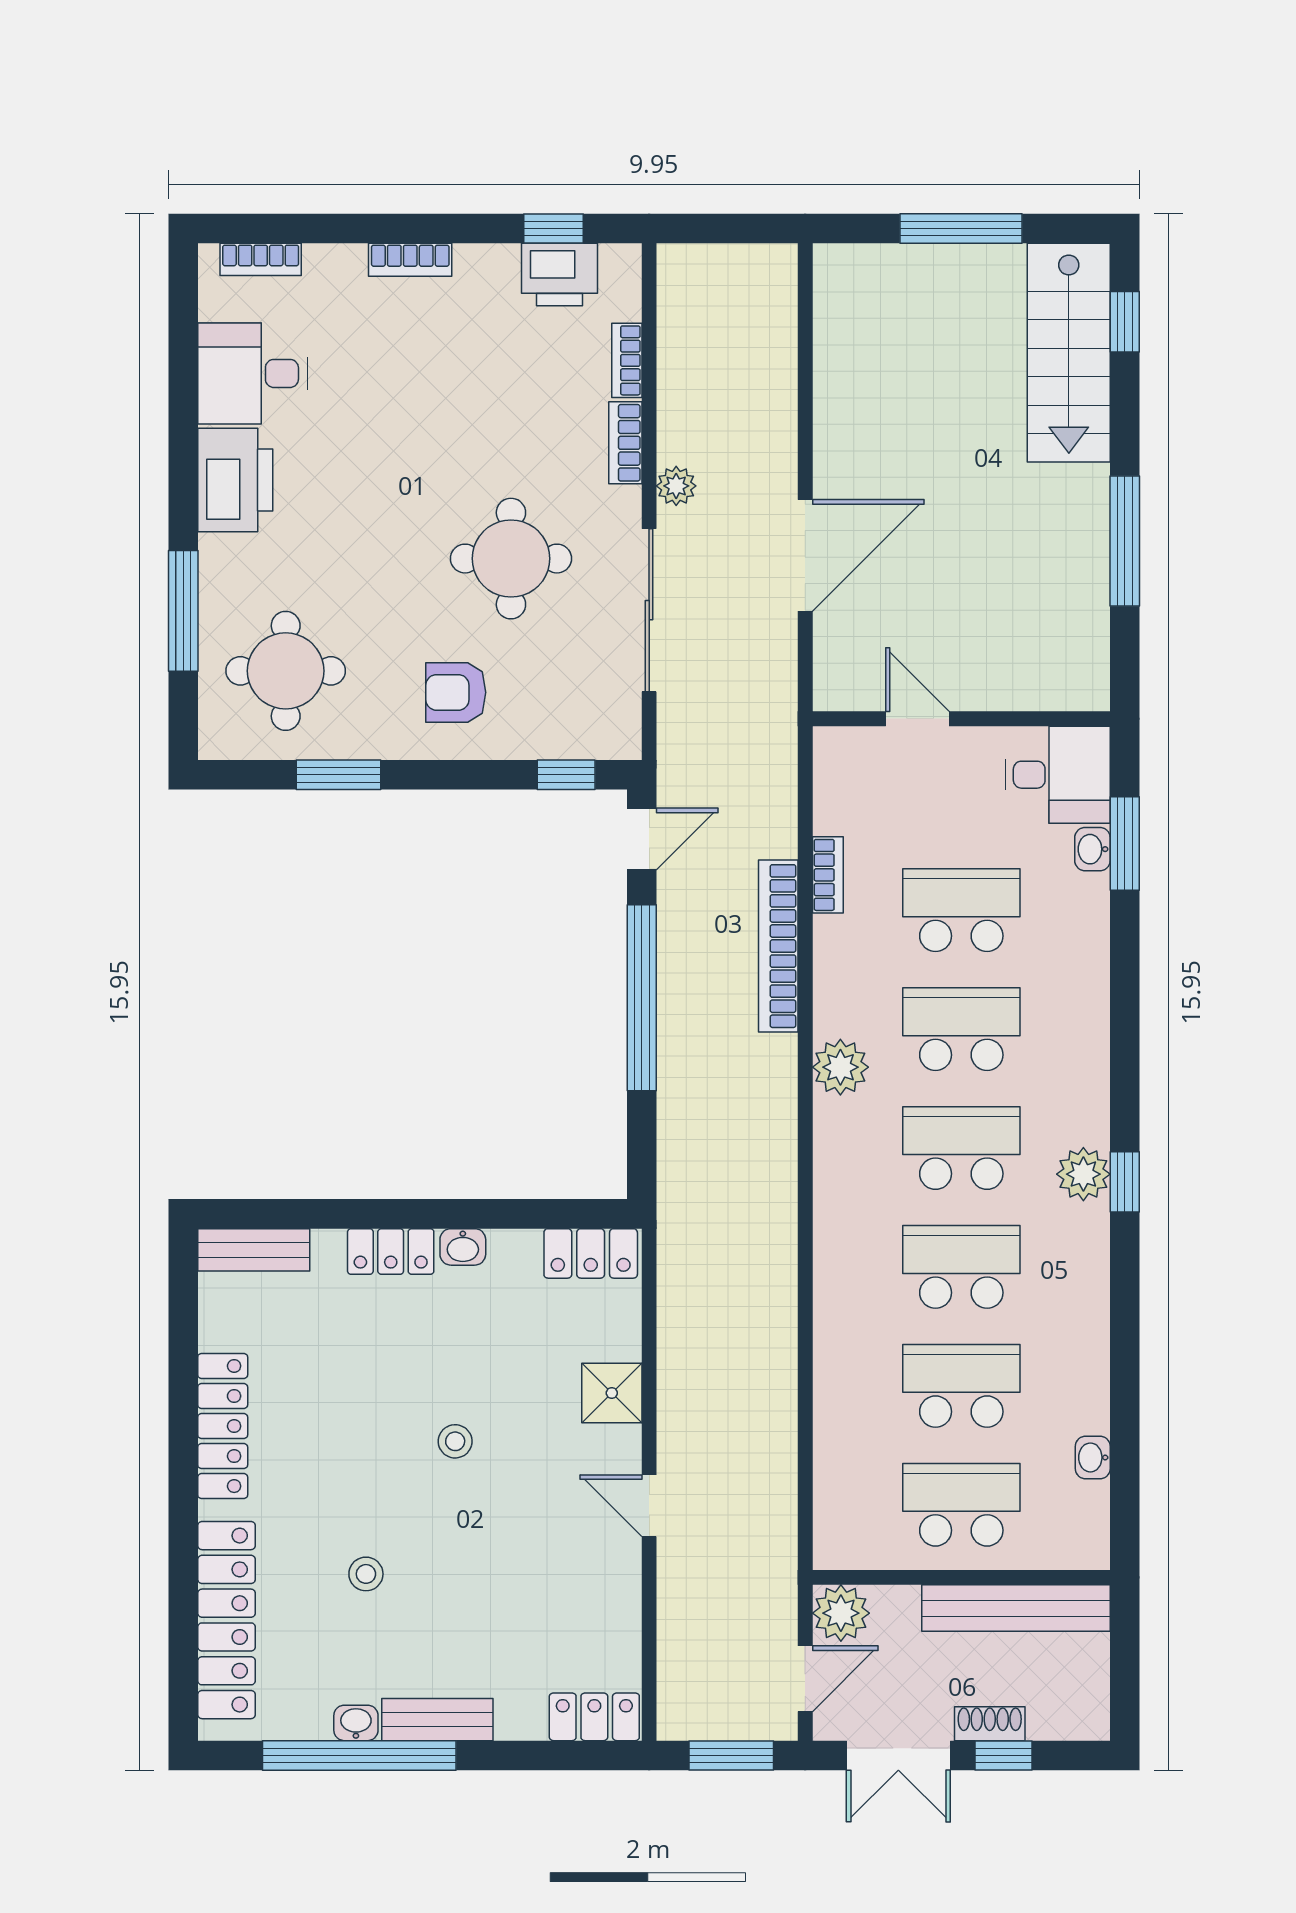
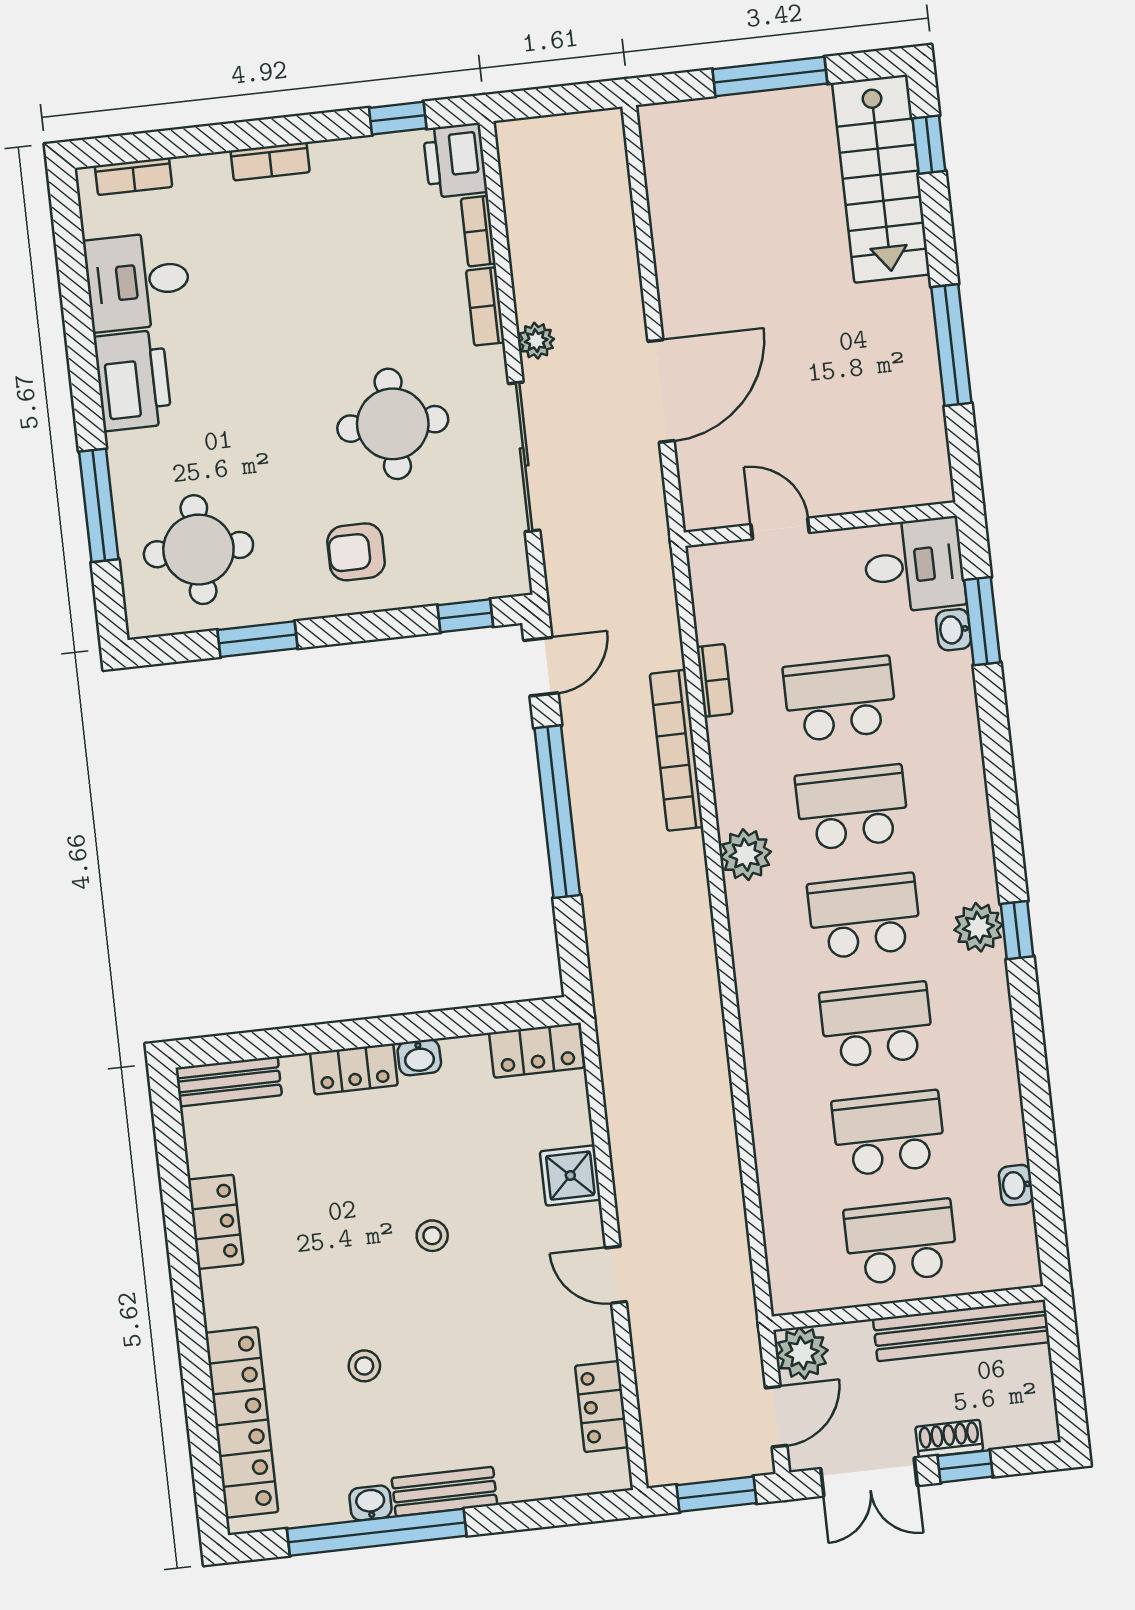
printer: (560, 274) -> (455, 161), moved, turned 90
locker: (223, 1426) -> (216, 1222), width x0.66
locker: (594, 1717) -> (602, 1407), moved, turned -90

